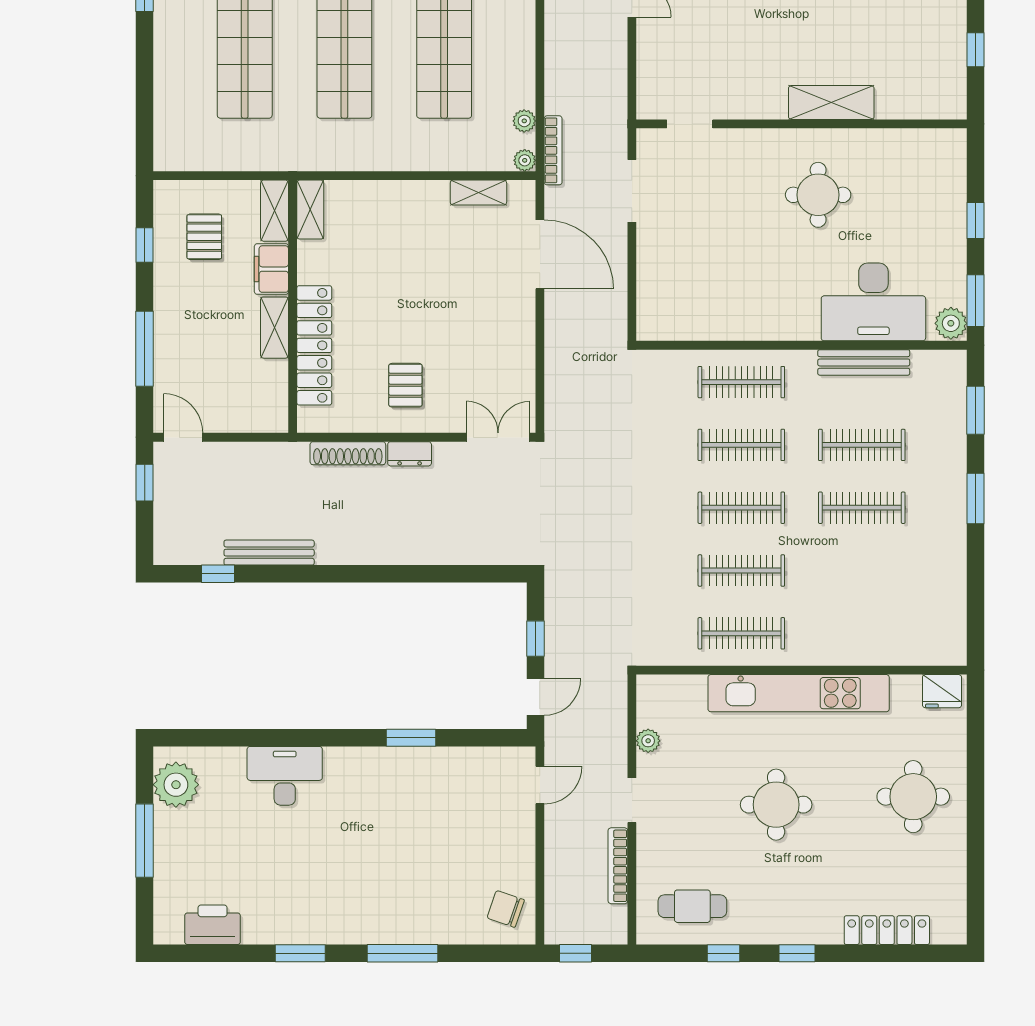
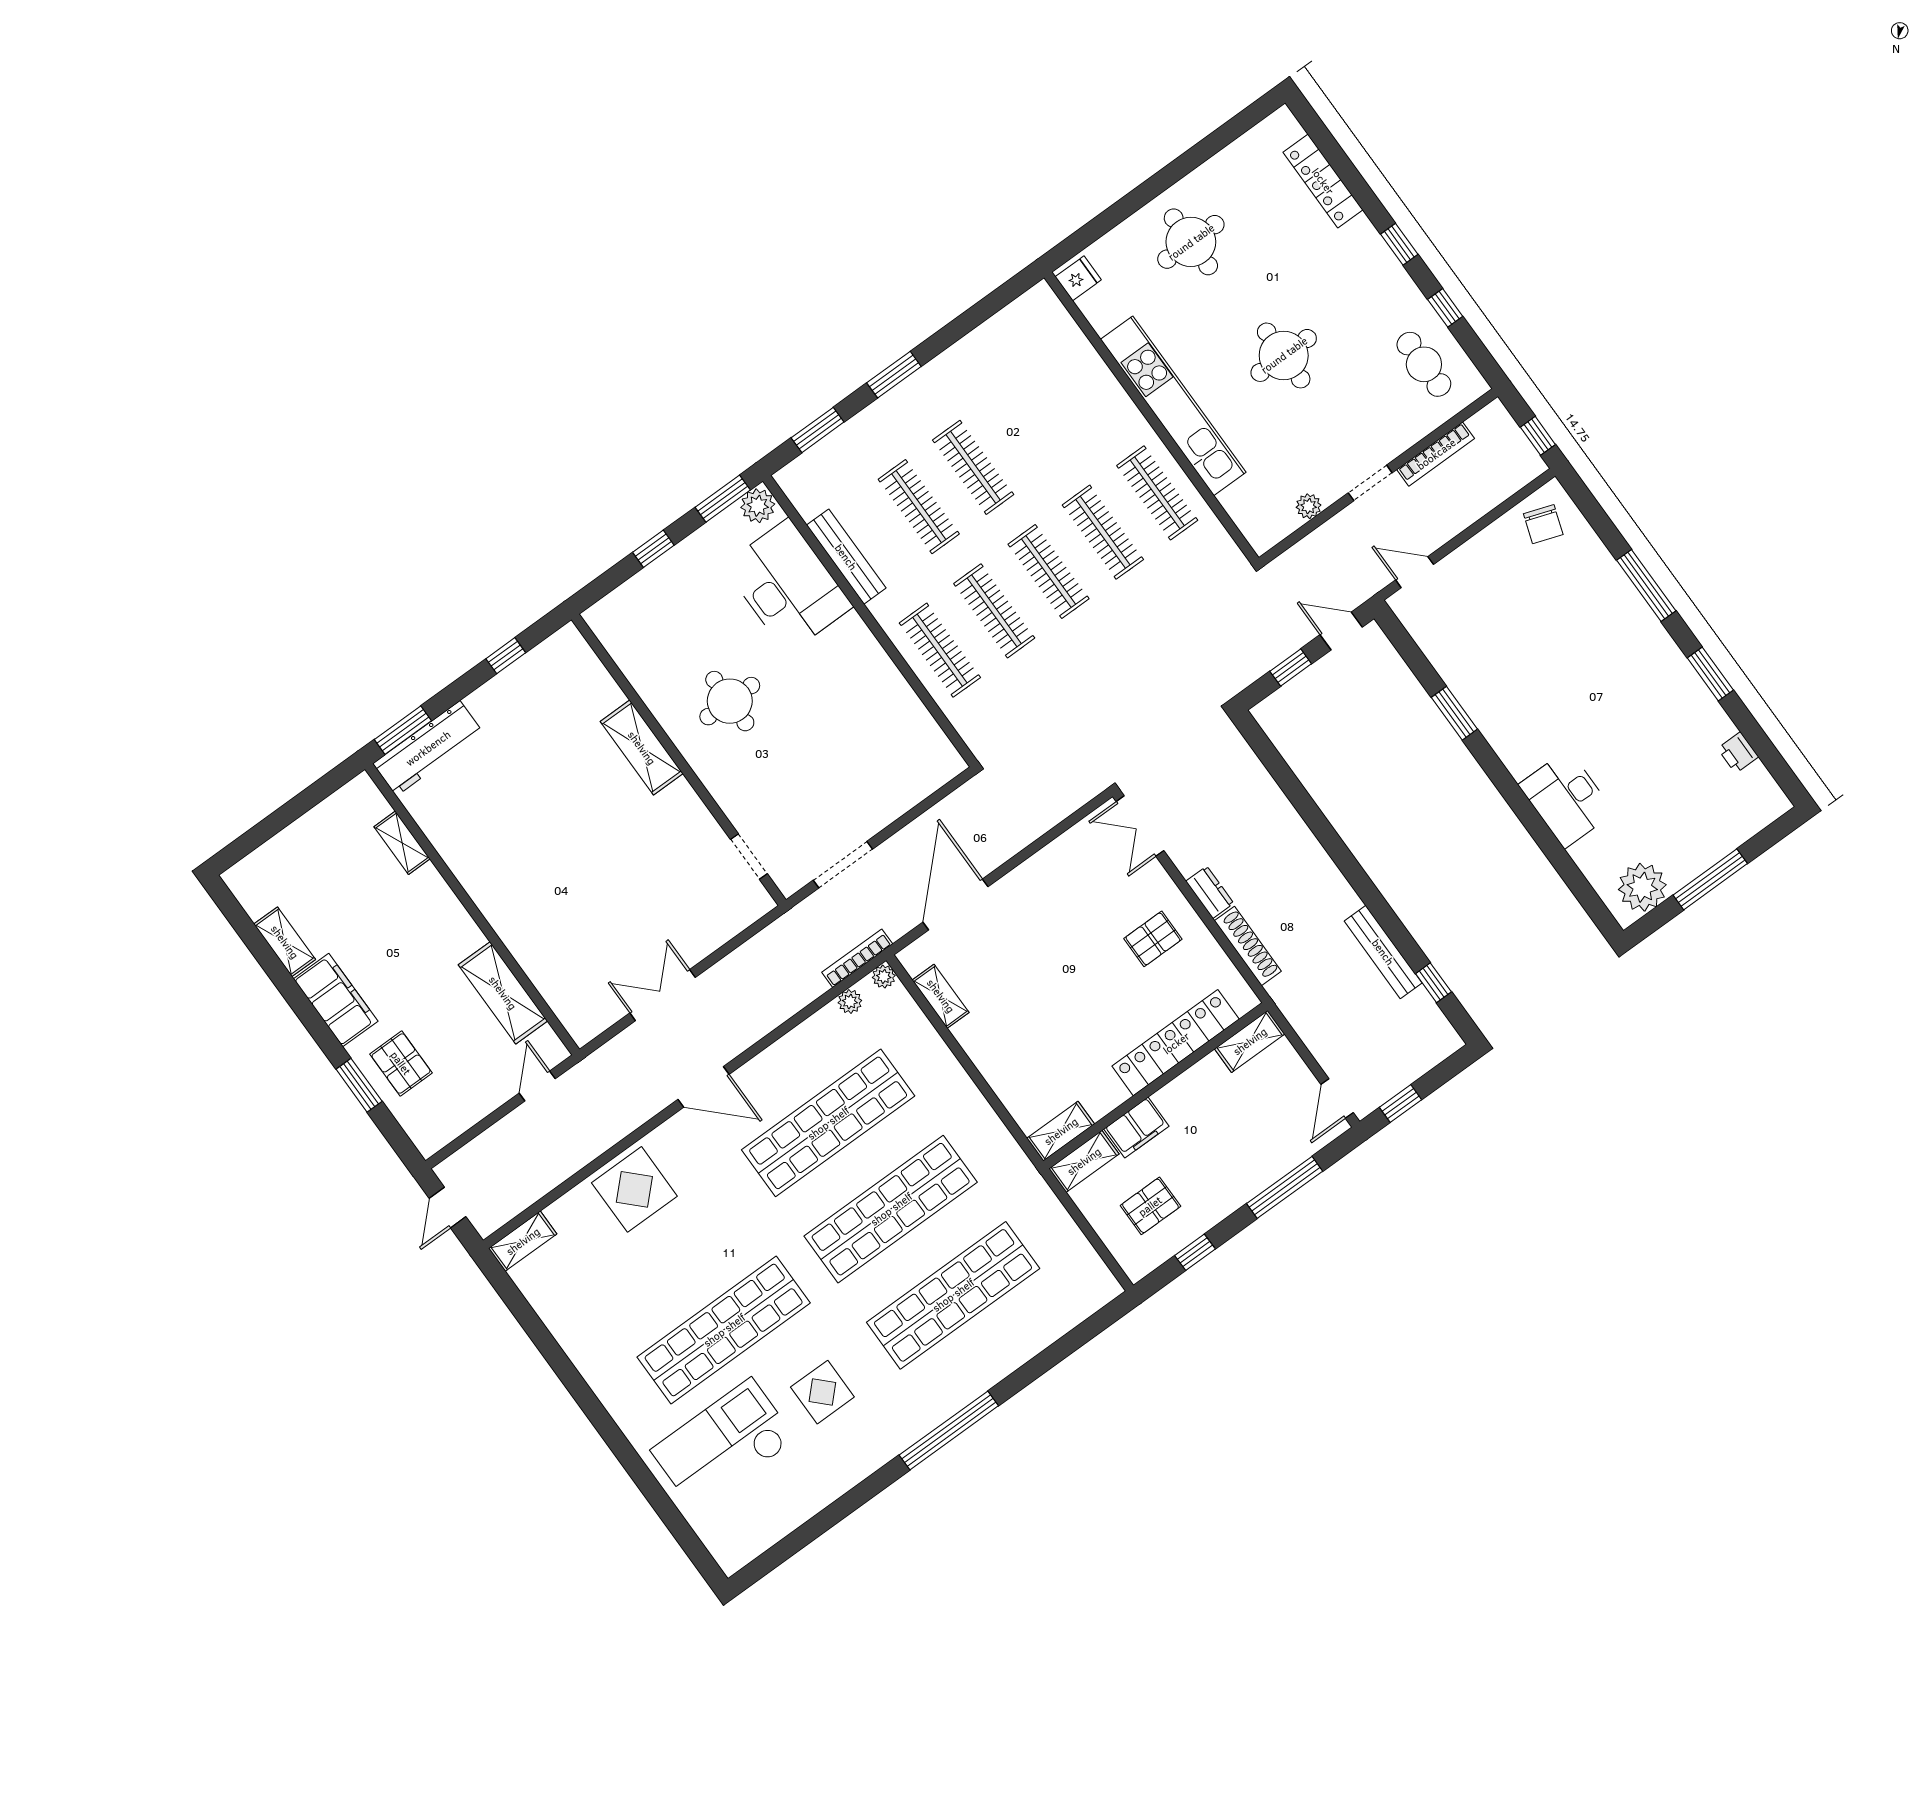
shelving: (275, 328) -> (1250, 1041), moved
fridge: (942, 691) -> (1078, 278), width x0.72
printer: (213, 925) -> (1738, 753), width x0.53, depth x0.68

